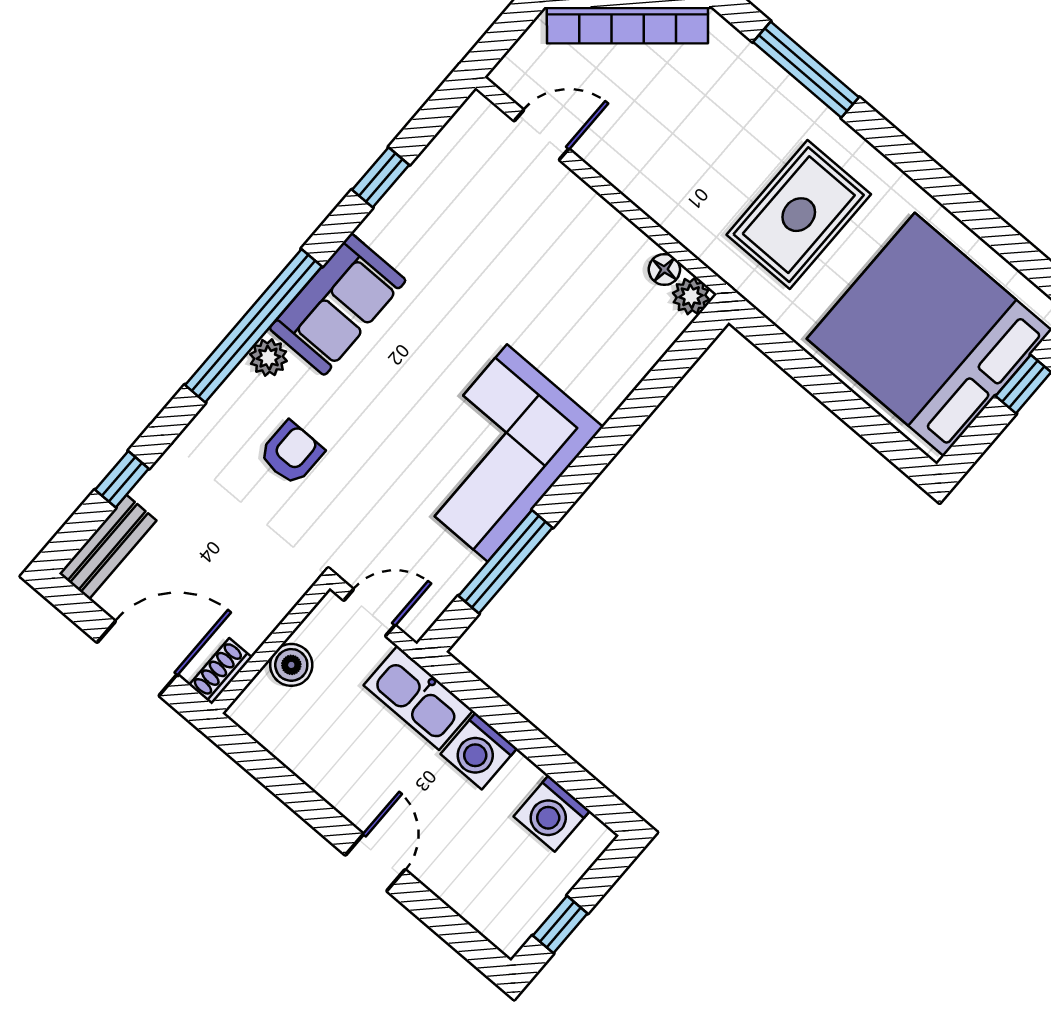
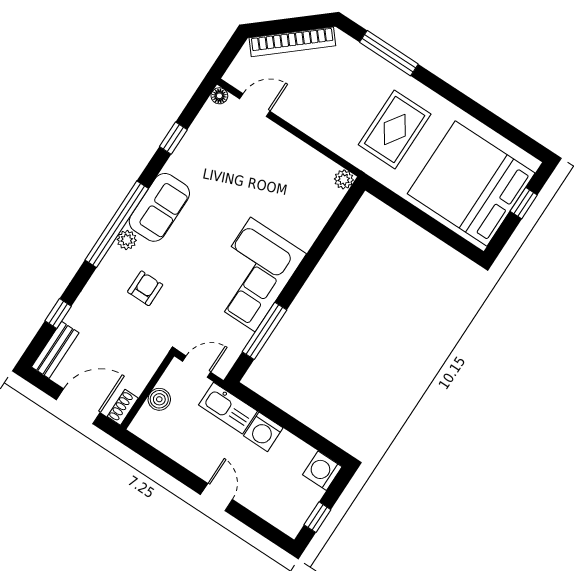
floor lamp: (664, 269) -> (219, 96), moved
washing machine: (552, 814) -> (322, 471), moved, turned 90

